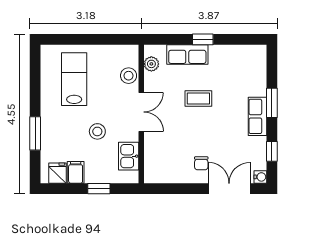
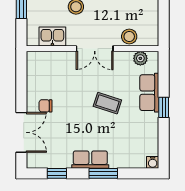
coffee table: (198, 98) -> (107, 103), turned -72
water cooler: (260, 177) -> (153, 162), moved

